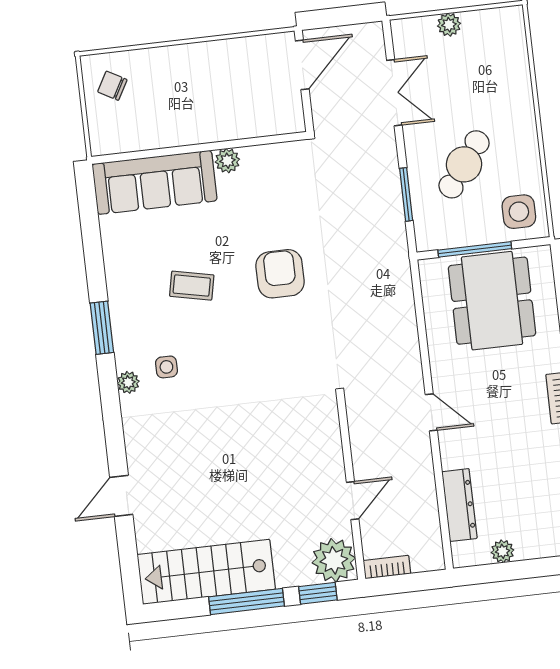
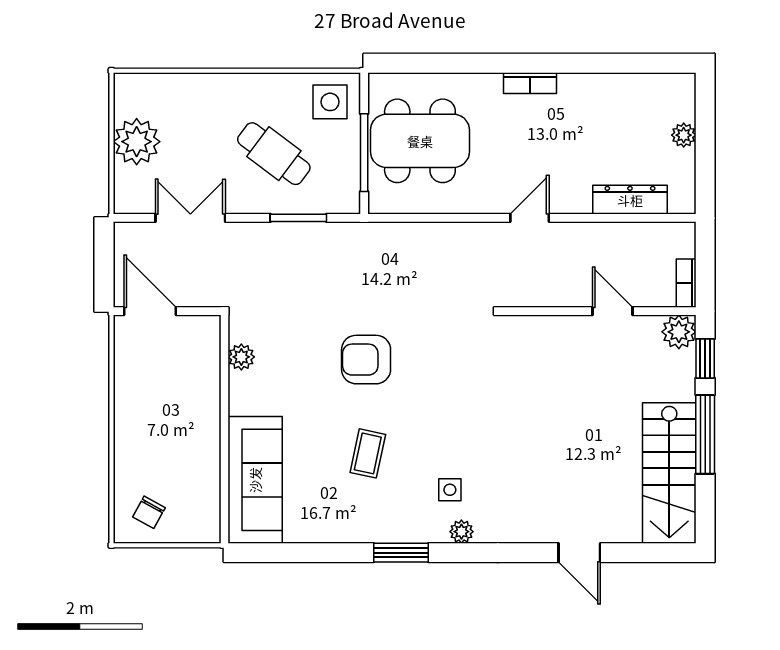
plant: (449, 25) -> (137, 142), width x1.88, depth x1.88
plant: (227, 161) -> (241, 357), moved
plant: (503, 551) -> (684, 135), moved
plant: (334, 560) -> (679, 332), width x0.73, depth x0.73

